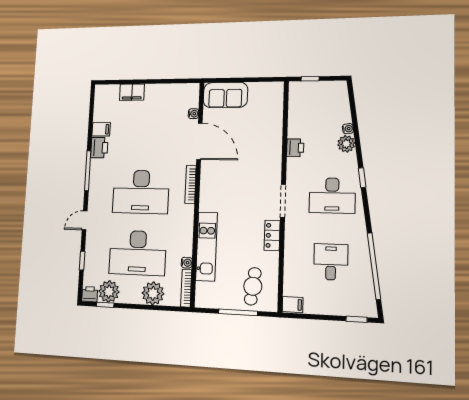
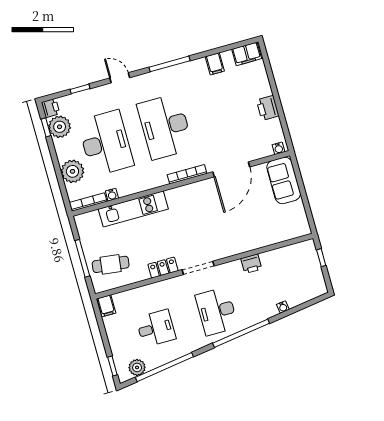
filing cabinet: (132, 92) -> (247, 54), moved, turned -90
water cooler: (193, 114) -> (279, 148), moved
plant: (346, 144) -> (137, 367), moved
printer: (99, 148) -> (268, 108), moved, turned 90
window: (362, 178) -> (241, 333), width x3.17
desk: (138, 253) -> (106, 143), turned 180

